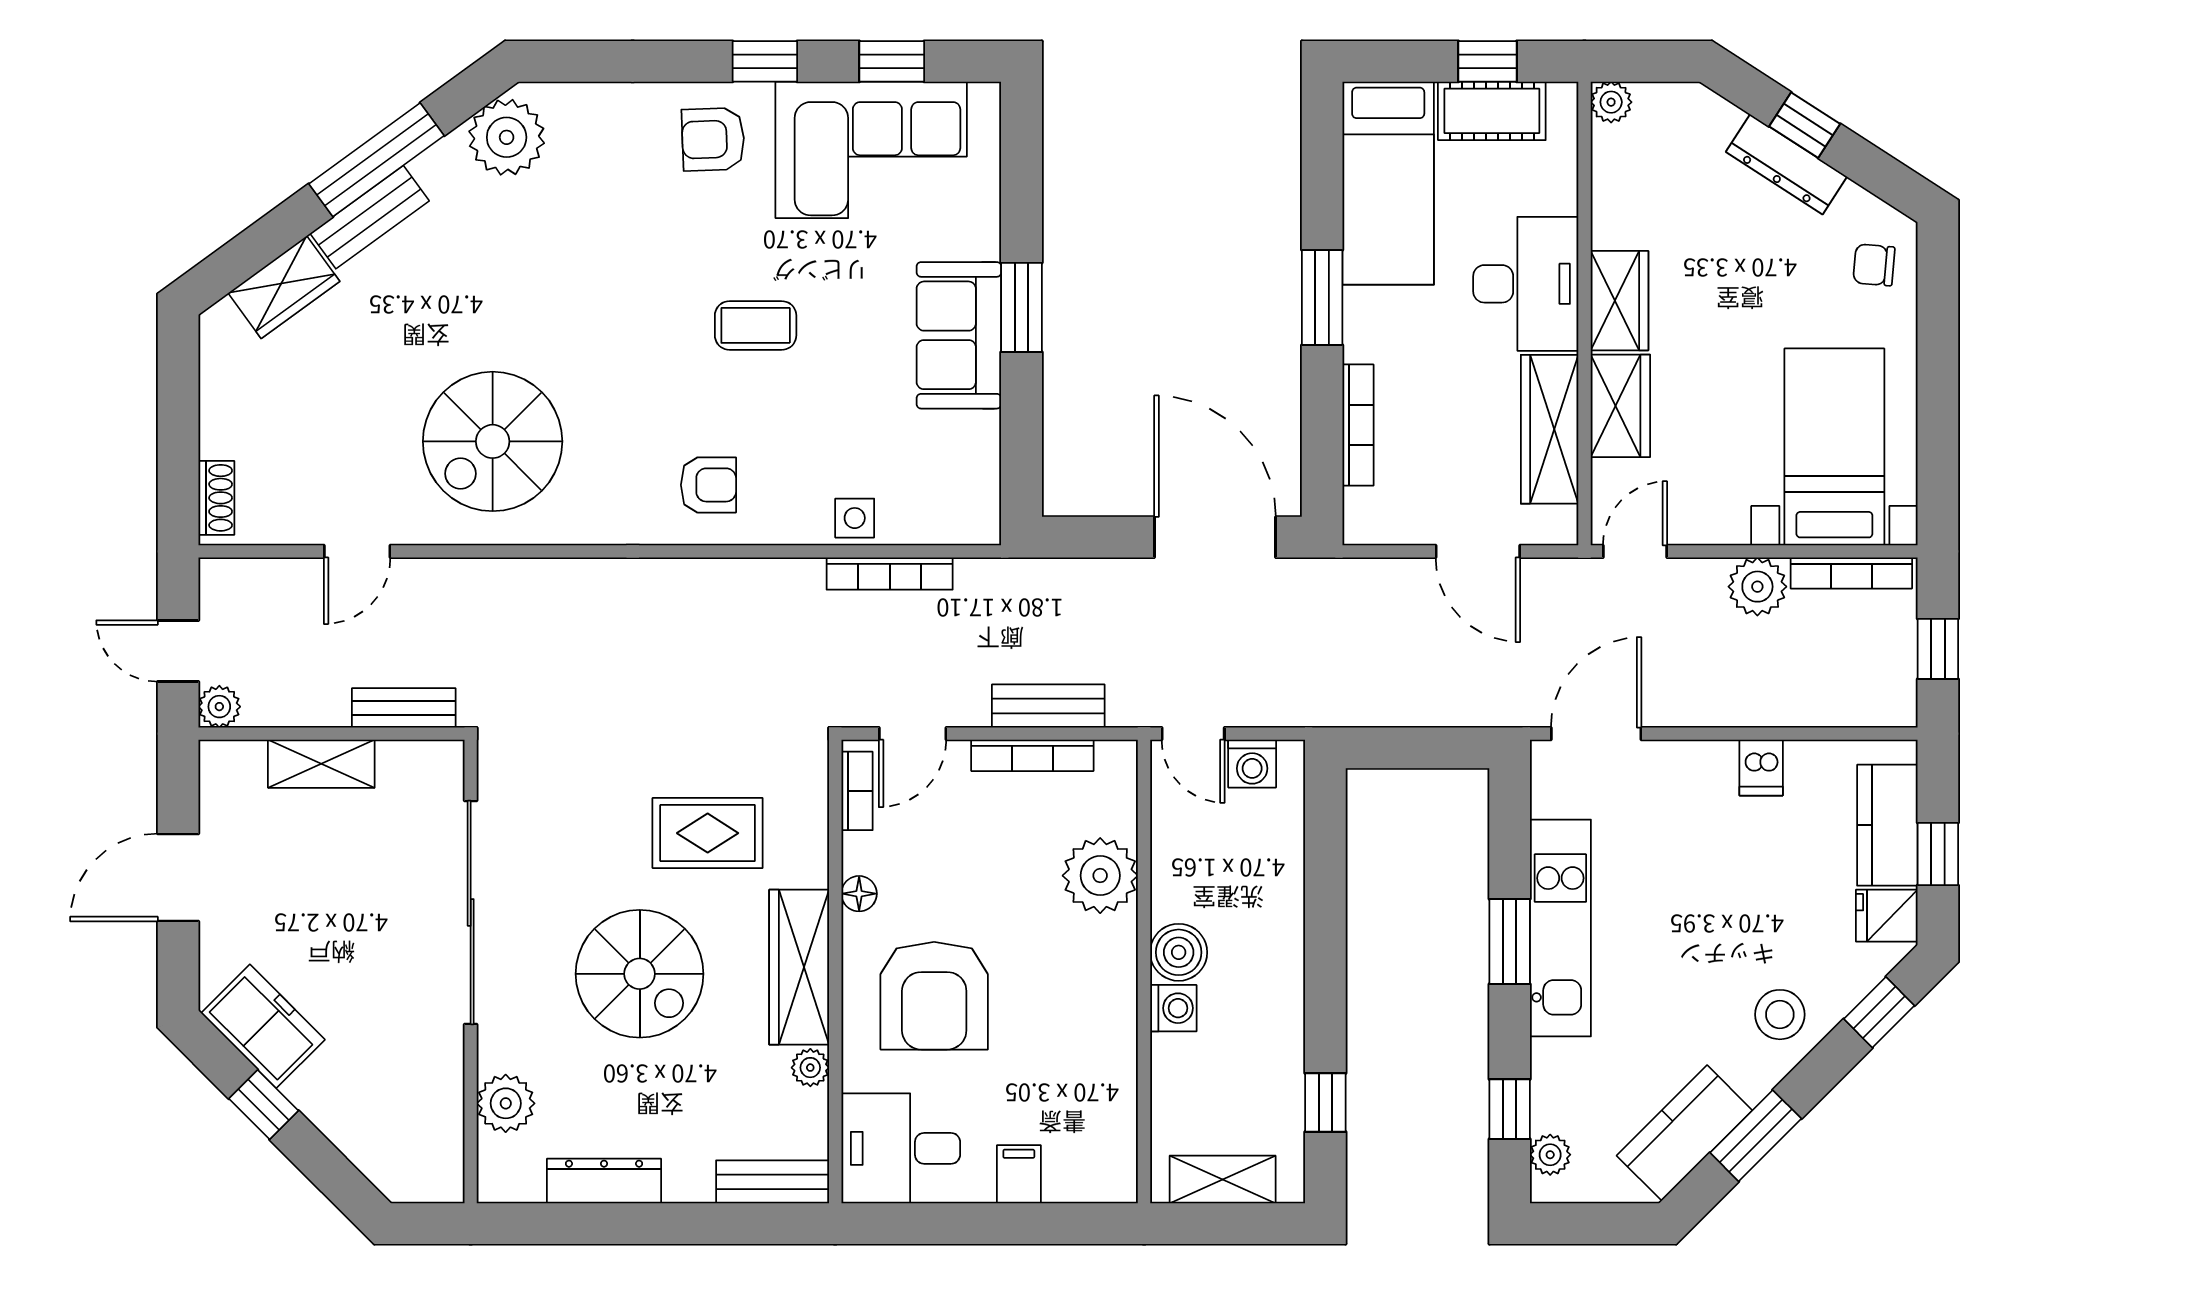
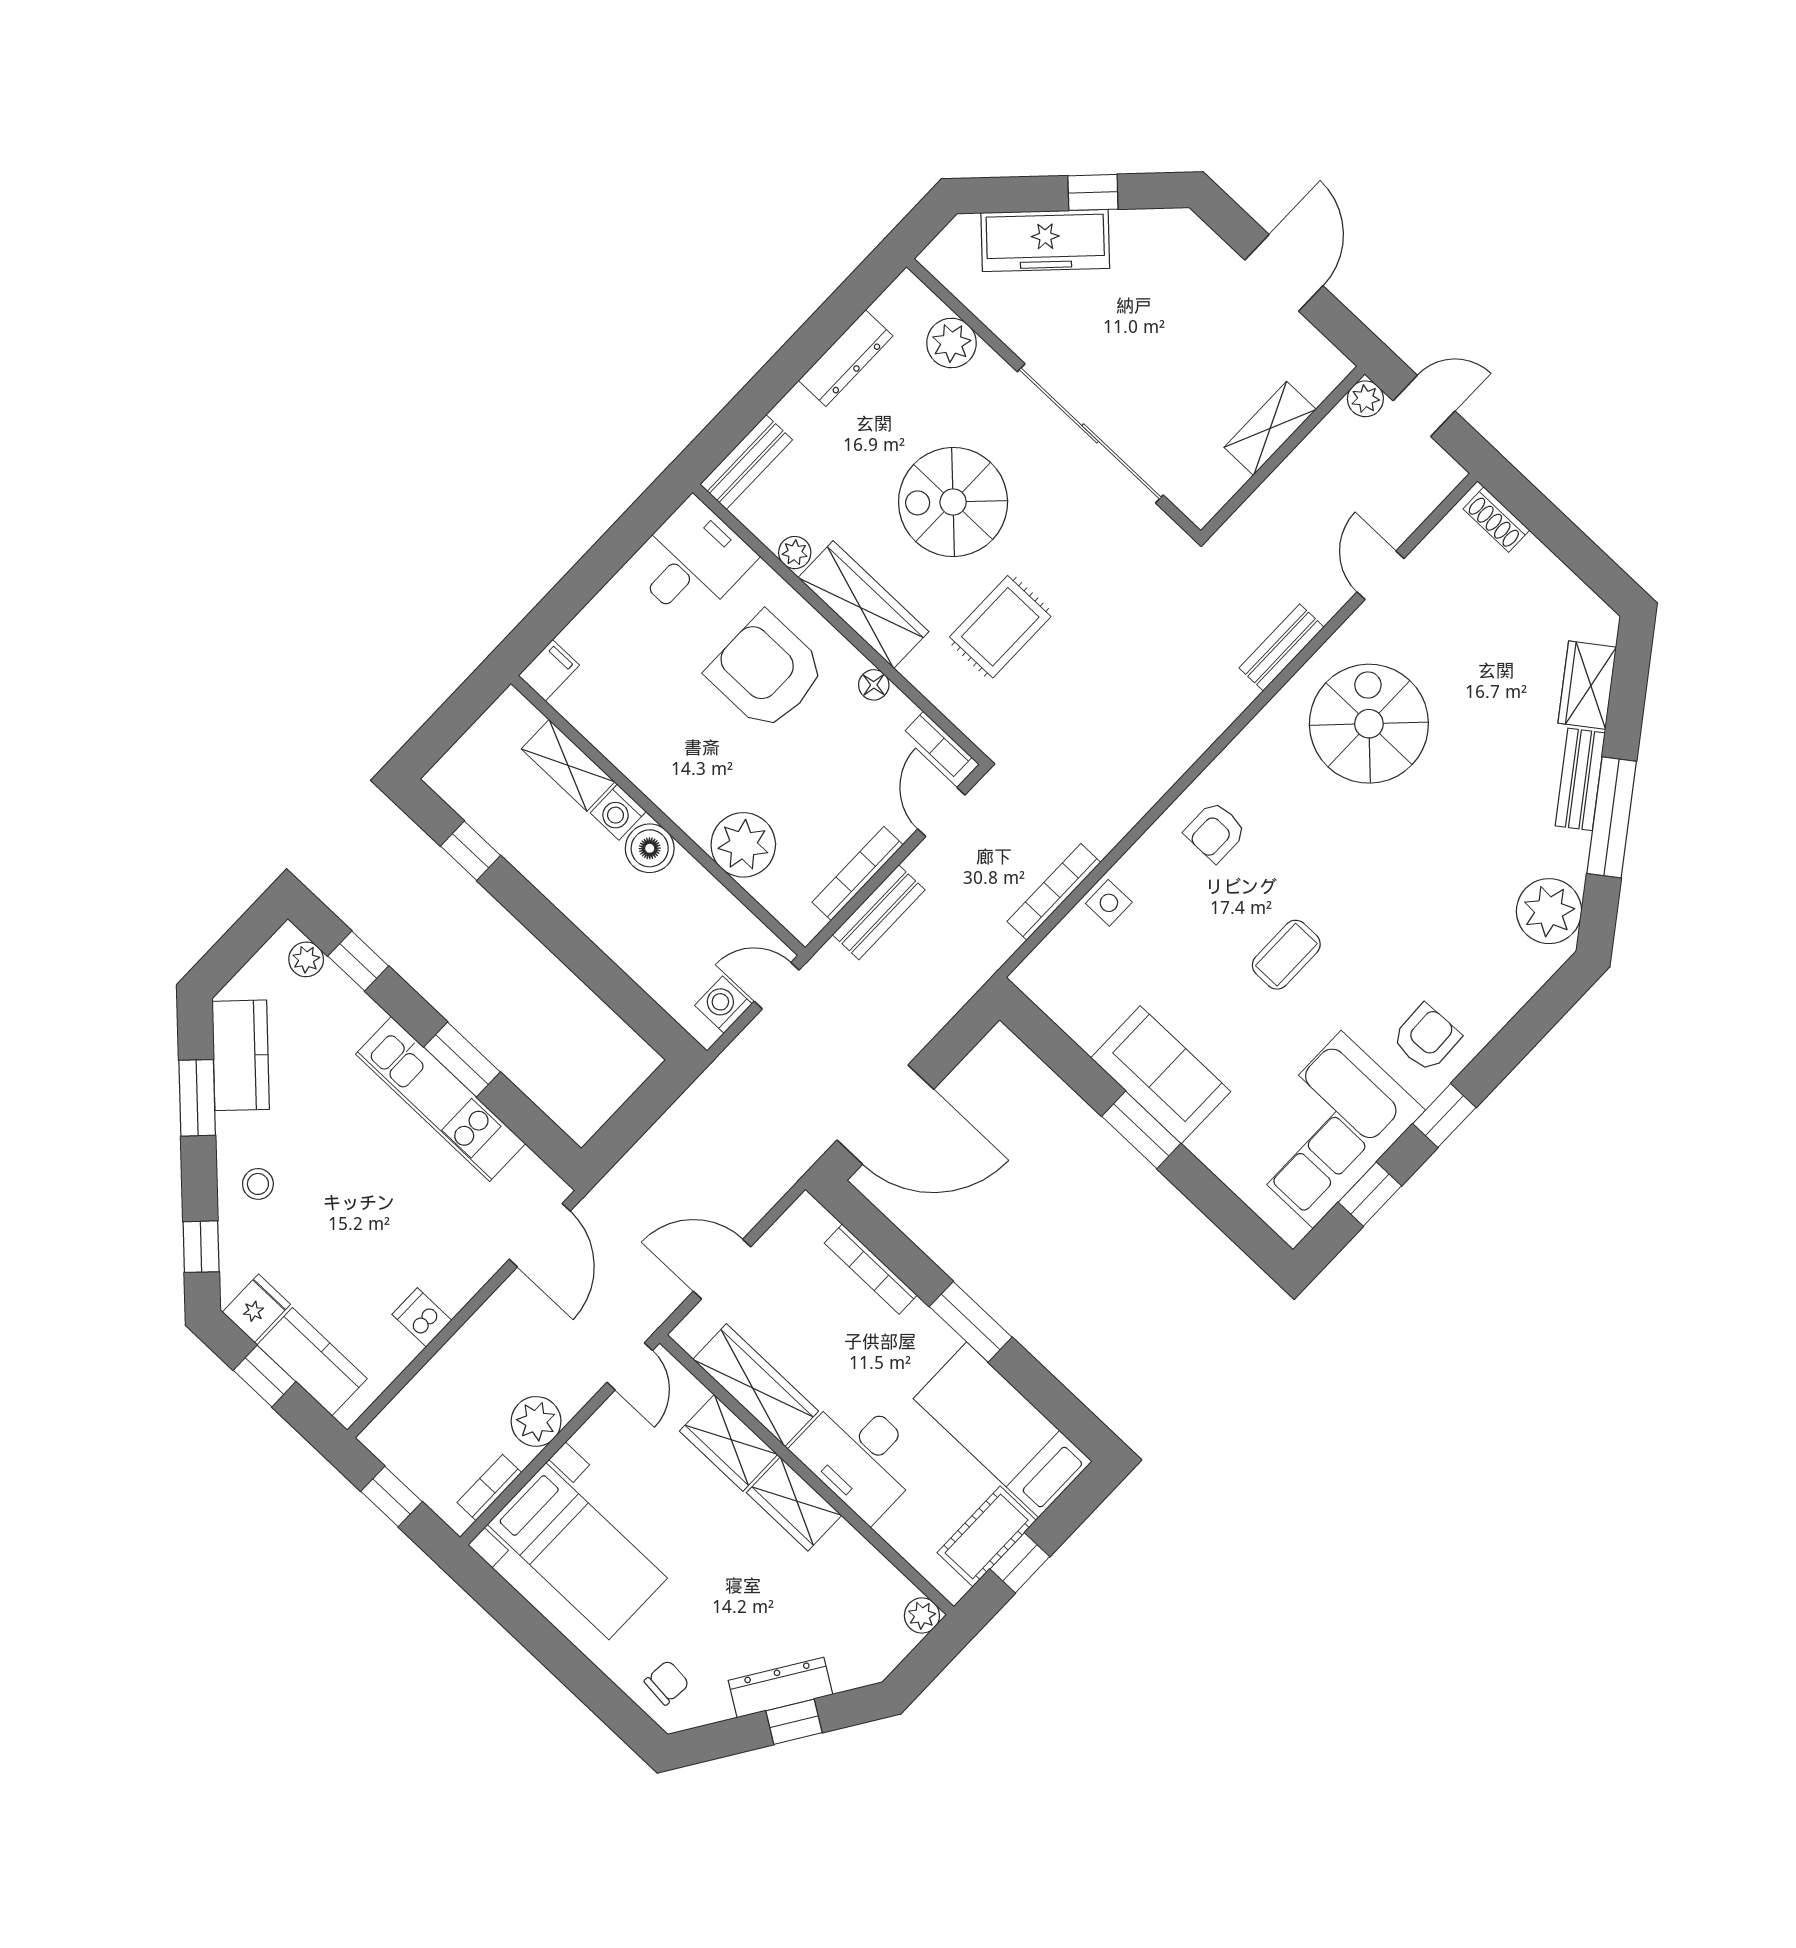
bookcase: (1851, 573) -> (489, 1488), width x0.64
bench: (404, 708) -> (1282, 647), moved
stool: (1780, 1015) -> (258, 1184), width x0.73, depth x0.73
freezer: (263, 1026) -> (1045, 240), moved, width x1.40
filing cabinet: (1019, 1174) -> (549, 670), moved, turned -90
shelving: (1223, 1180) -> (568, 765), moved, turned 90

